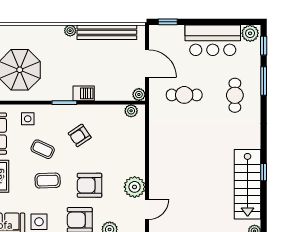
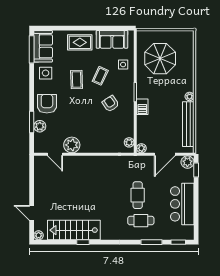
plant: (250, 33) -> (187, 162), moved
cafe table: (184, 95) -> (138, 195), moved
armchair: (89, 185) -> (73, 111), removed

